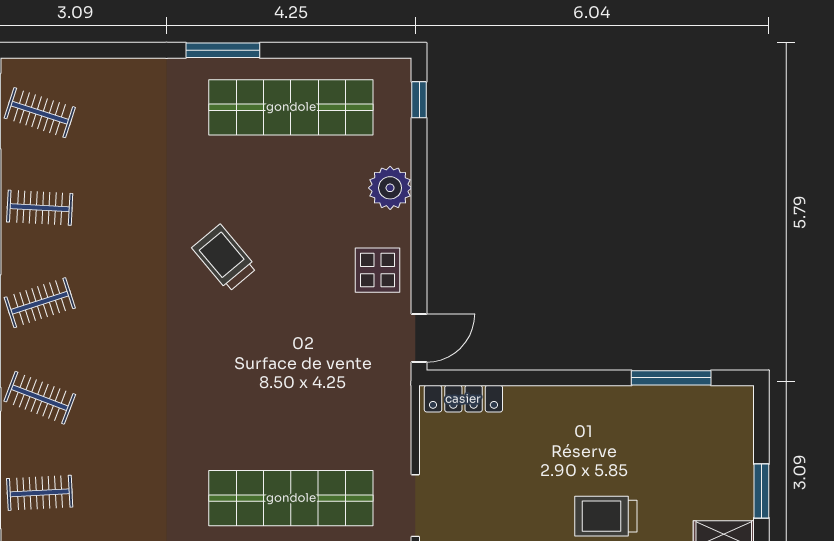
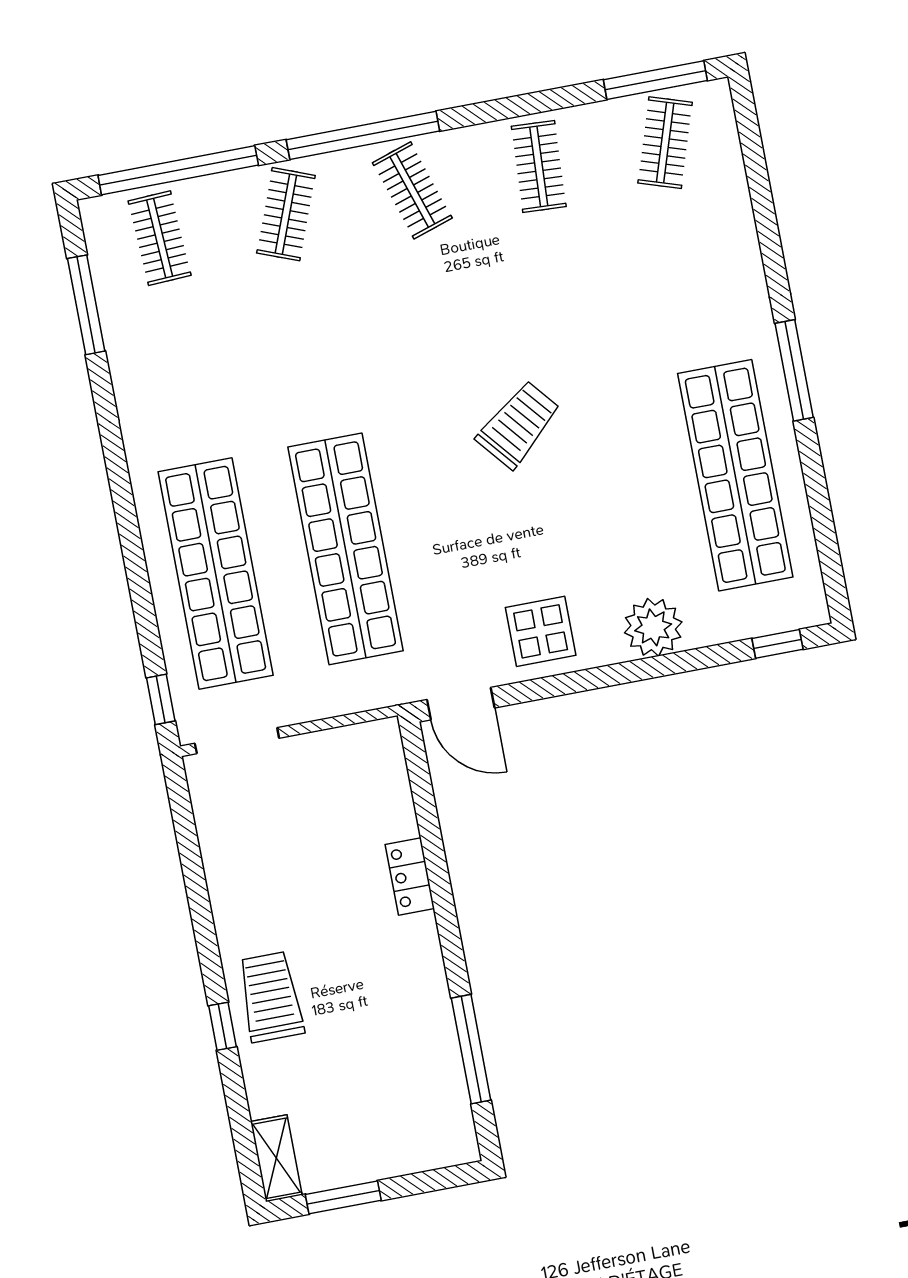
locker: (463, 399) -> (410, 876), moved, width x0.66
shop shelf: (291, 400) -> (346, 549), added

